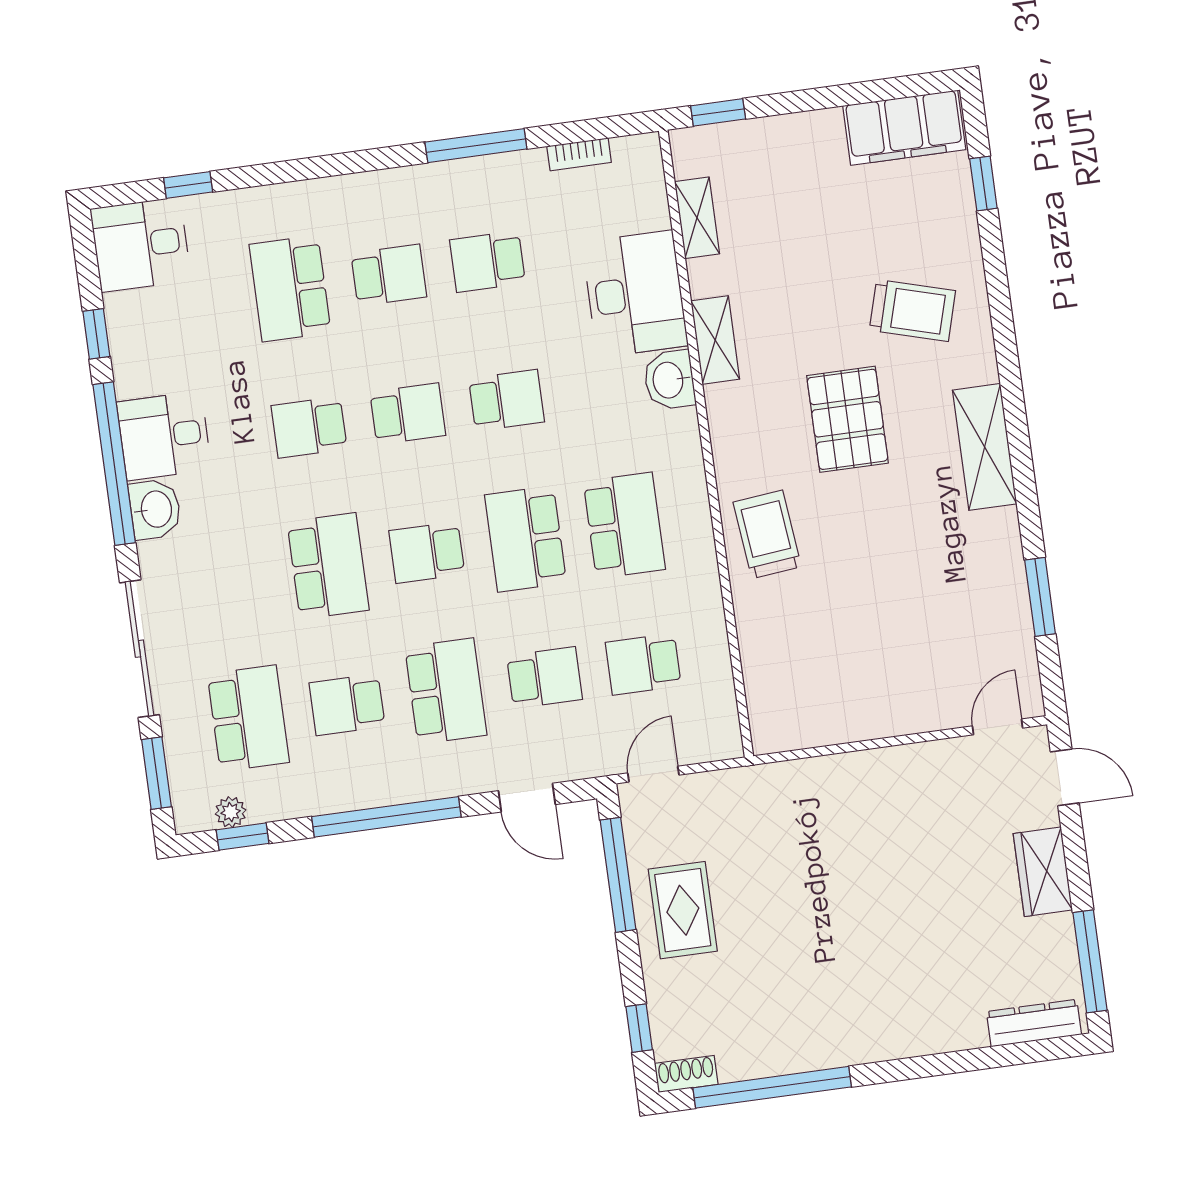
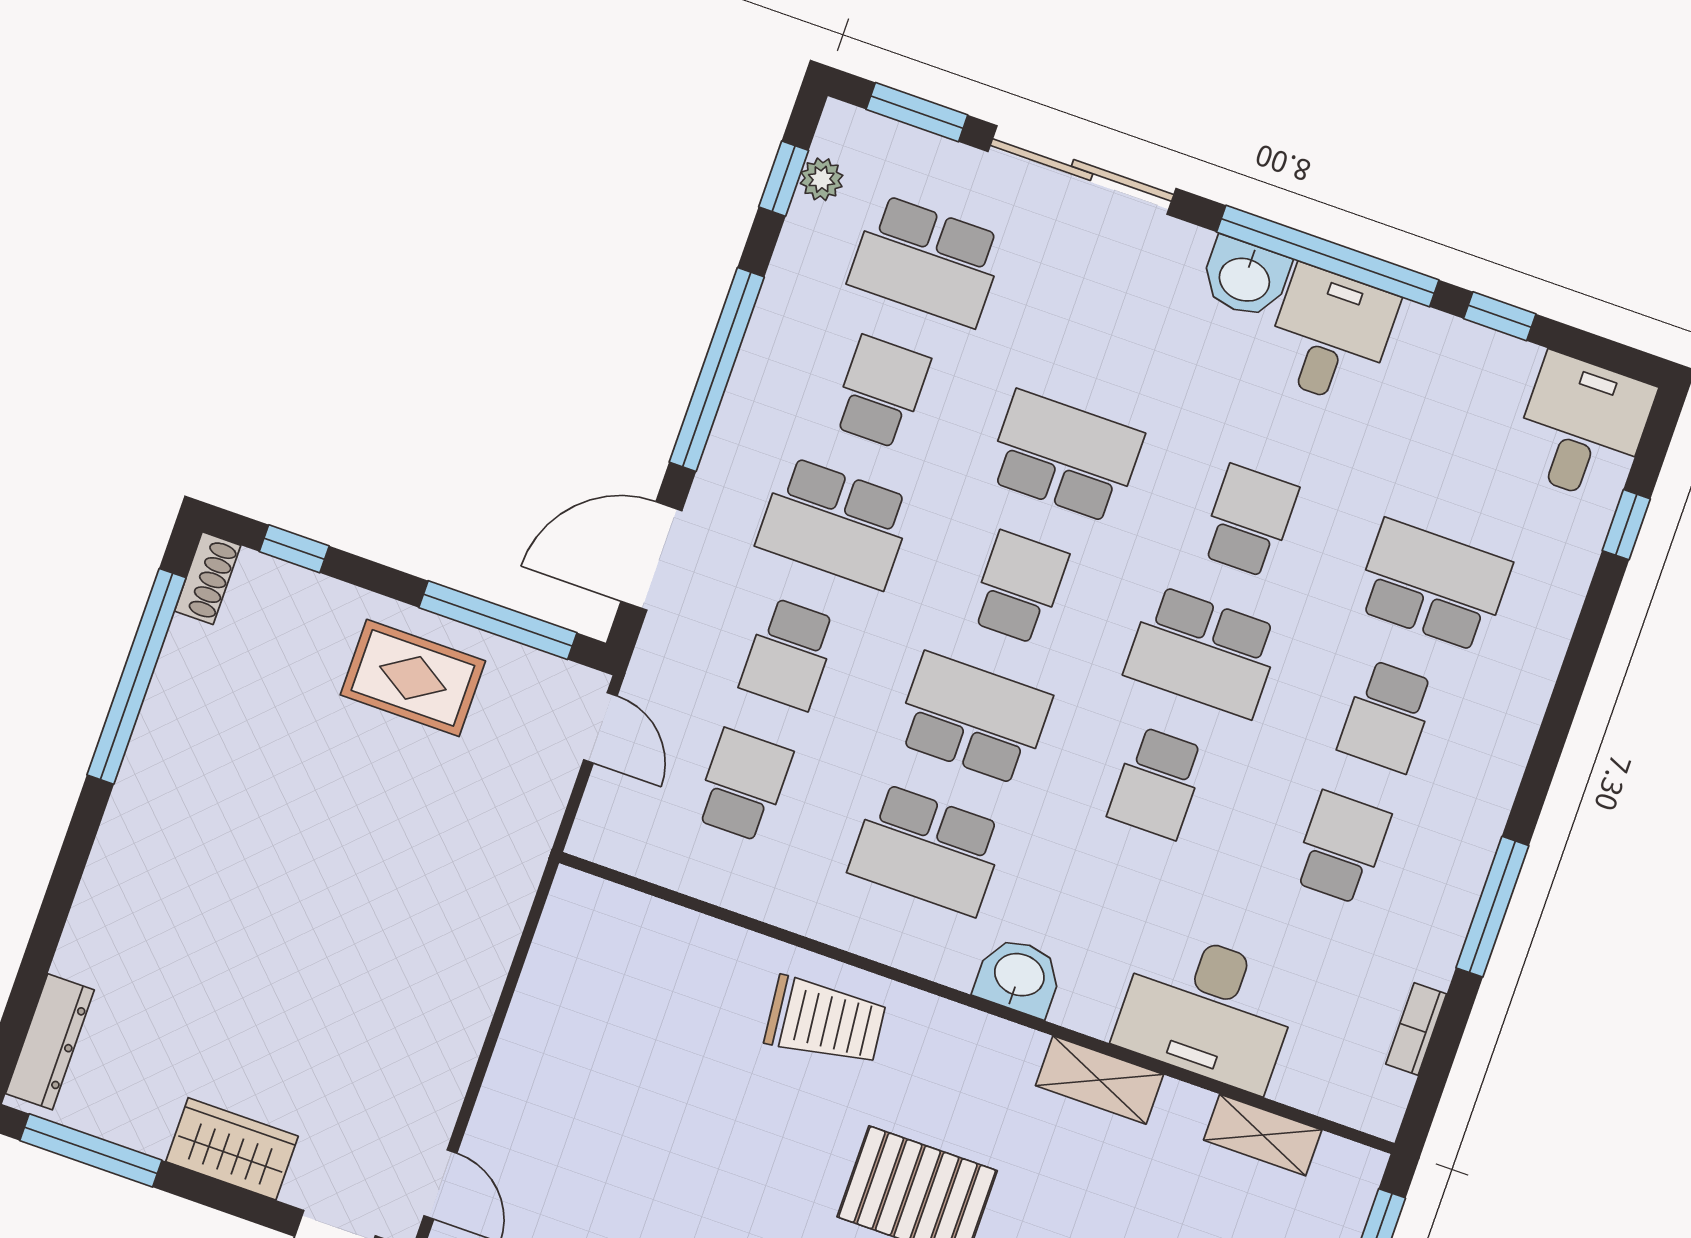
washbasin: (669, 380) -> (1019, 977), moved
school desk: (408, 414) -> (1203, 652), width x1.85
school desk: (328, 566) -> (1065, 456), turned 180
door: (527, 798) -> (651, 556), width x1.38

